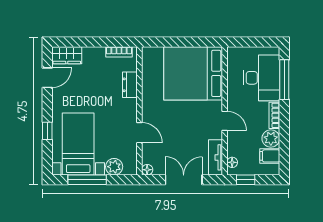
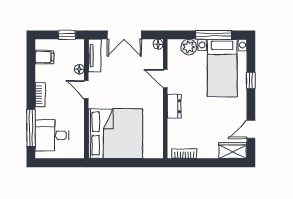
desk: (262, 78) -> (52, 135), width x0.73
dresser: (130, 85) -> (174, 106), moved
plant: (271, 139) -> (43, 73), removed
floor lamp: (232, 162) -> (79, 69), moved

